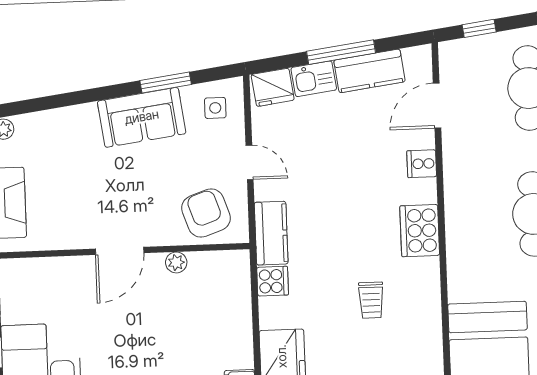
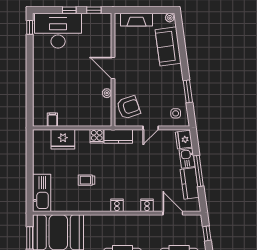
sofa: (142, 117) -> (168, 46), moved
cooker: (420, 231) -> (117, 205), width x0.53, depth x0.76

